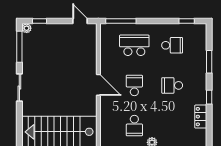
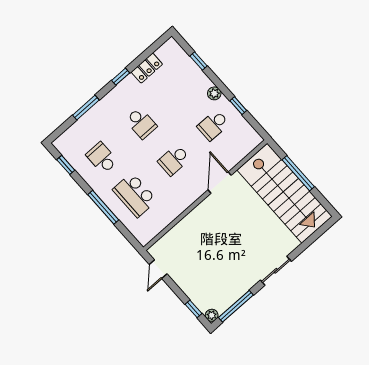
window: (121, 21) -> (103, 207), moved
door: (98, 85) -> (220, 183), moved
school desk: (134, 126) -> (213, 125), turned 180

